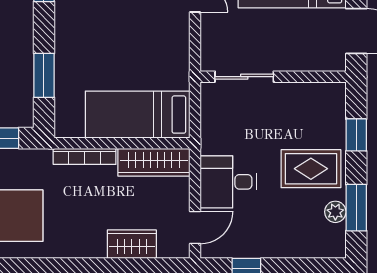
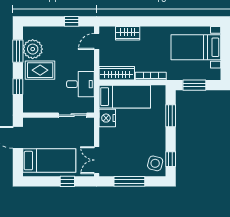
nightstand: (173, 71) -> (107, 118), added
desk: (228, 182) -> (80, 84), moved
plant: (335, 212) -> (33, 49), width x1.88, depth x1.88

